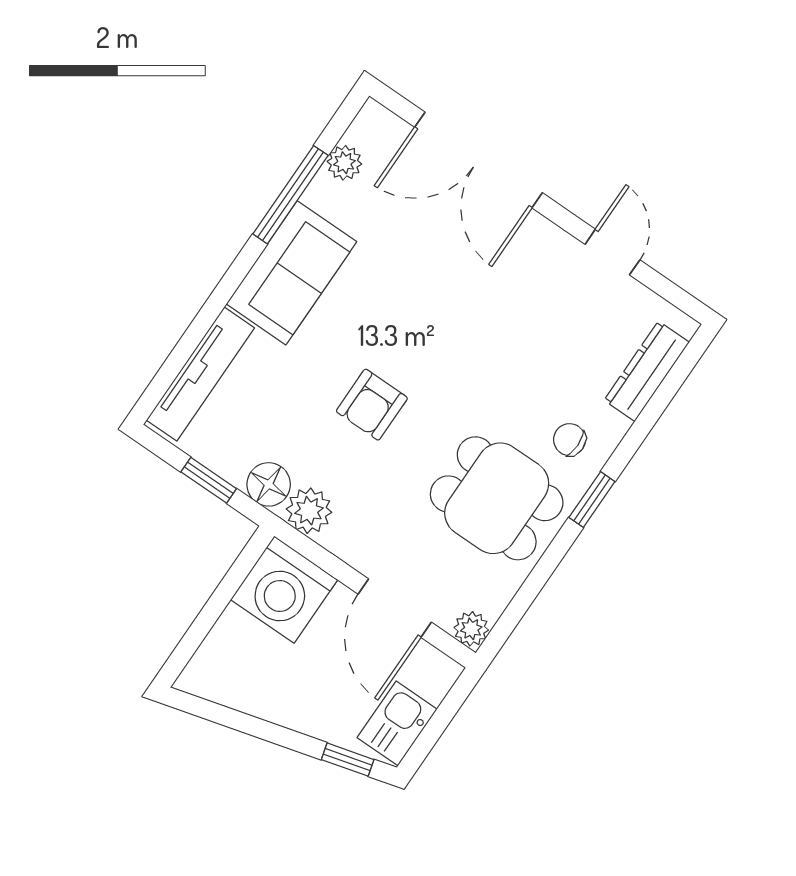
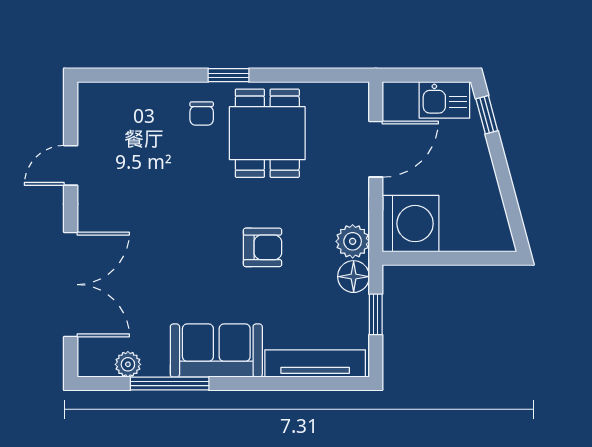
dresser: (647, 371) -> (128, 95), removed
plant: (471, 629) -> (357, 94), removed

